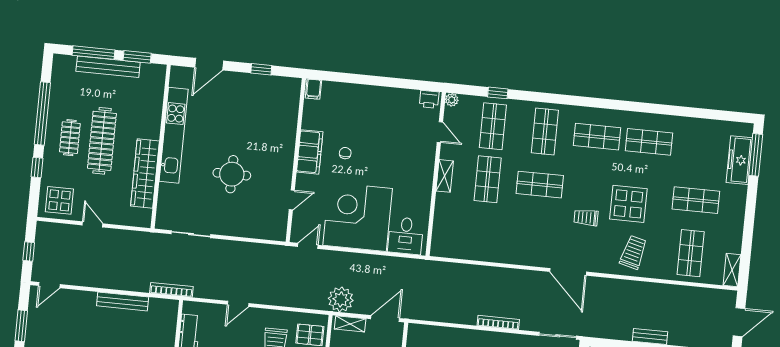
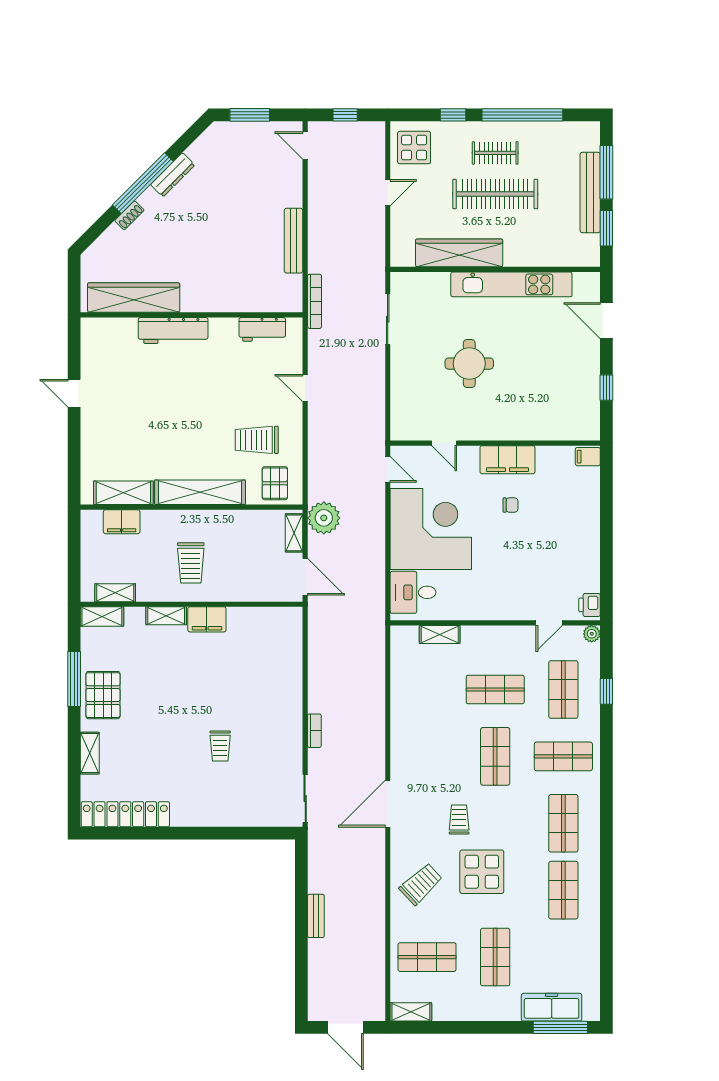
shop shelf: (493, 126) -> (563, 690), turned 90
shelving: (445, 176) -> (440, 634), moved
trolley: (633, 252) -> (421, 884), turned -57
bookcase: (498, 323) -> (314, 731), width x0.64

